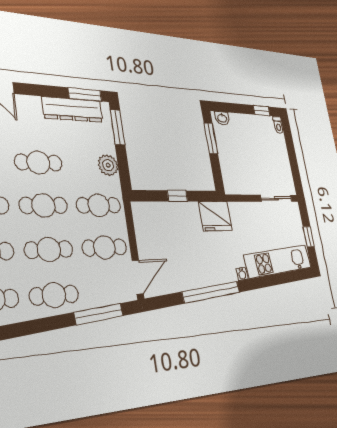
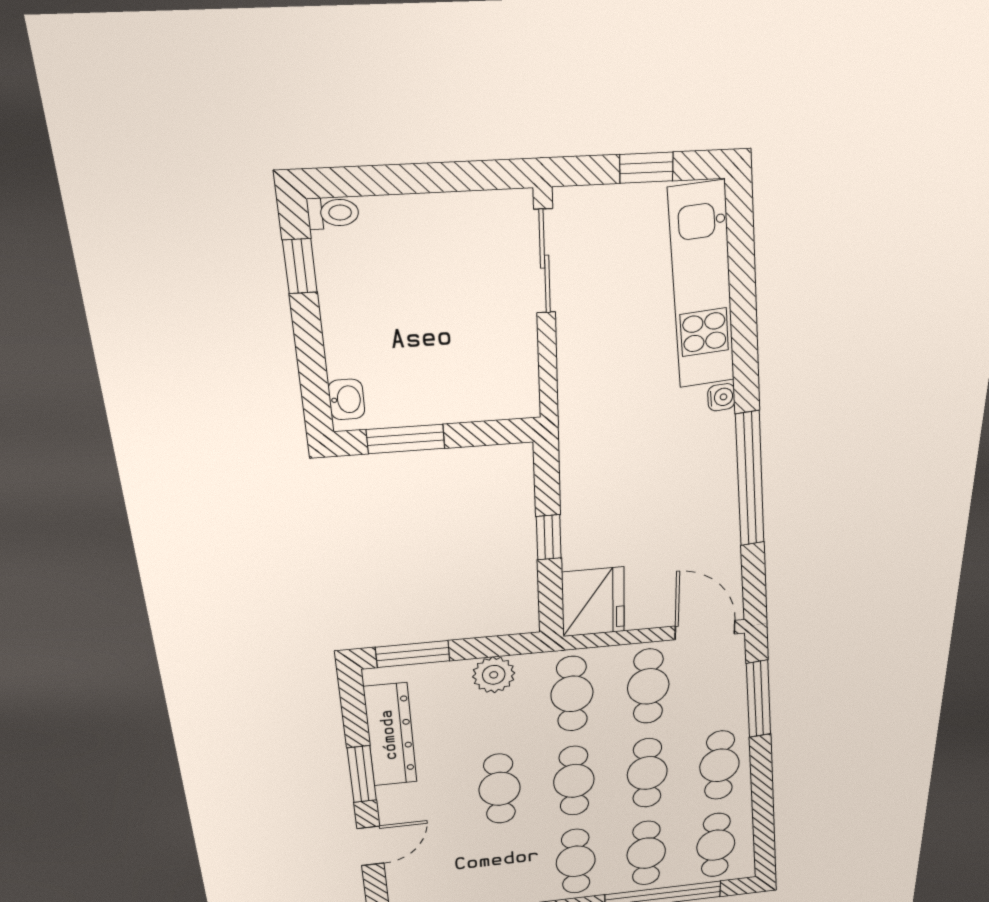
window: (85, 94) -> (362, 774), moved
fridge: (215, 216) -> (593, 602), moved

